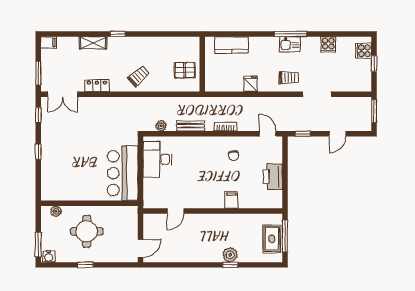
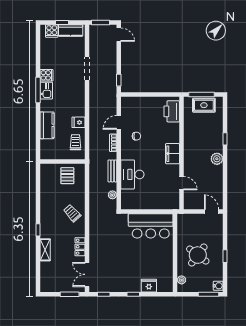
filing cabinet: (49, 42) -> (45, 286), removed
cooker: (328, 44) -> (46, 75), moved
kitchen counter: (232, 45) -> (47, 125), moved
kitchen counter: (364, 74) -> (71, 30), added
trolley: (289, 78) -> (75, 142), moved
double door: (63, 94) -> (87, 274), swing flipped
door: (268, 134) -> (119, 122), moved
door: (337, 134) -> (119, 35), moved
desk: (157, 159) -> (132, 174), moved, turned 90
fridge: (49, 171) -> (149, 286), added
printer: (273, 177) -> (172, 111), moved, turned 90
filing cabinet: (231, 200) -> (173, 154), moved, width x2.00
round table: (87, 231) -> (198, 255), turned 37
plant: (230, 255) -> (217, 159), moved

